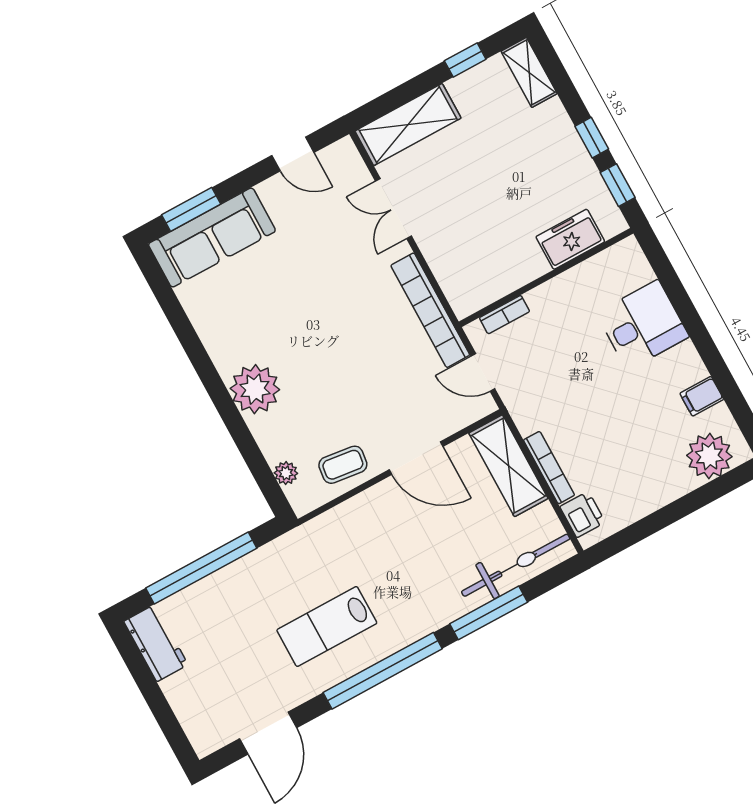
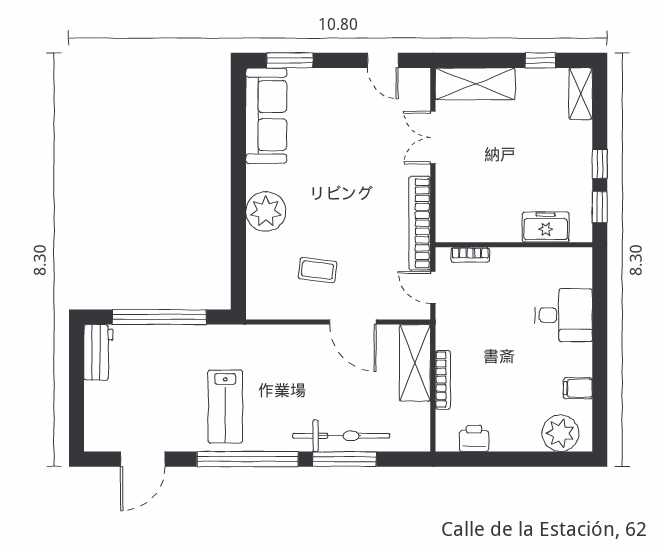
sofa: (212, 238) -> (266, 116), moved, turned -90
coffee table: (343, 465) -> (317, 270), moved
plant: (286, 473) -> (255, 283), removed
printer: (583, 514) -> (474, 438), moved, turned -90
bicycle: (516, 565) -> (341, 436), moved
lab bench: (327, 627) -> (225, 406), turned -90

